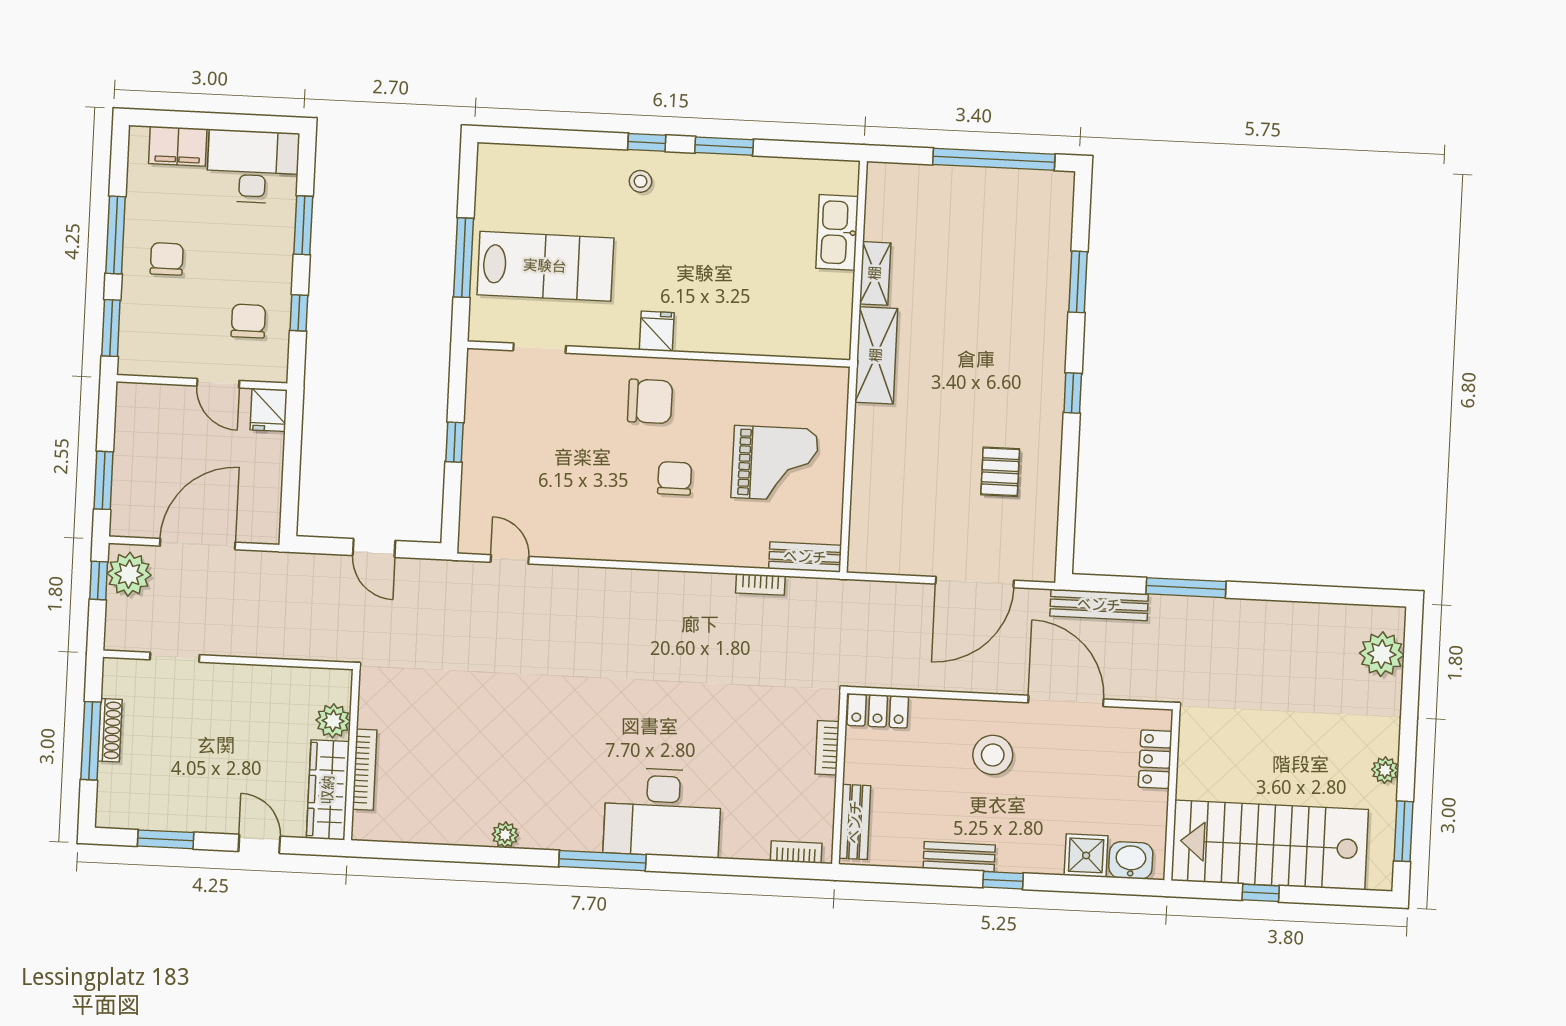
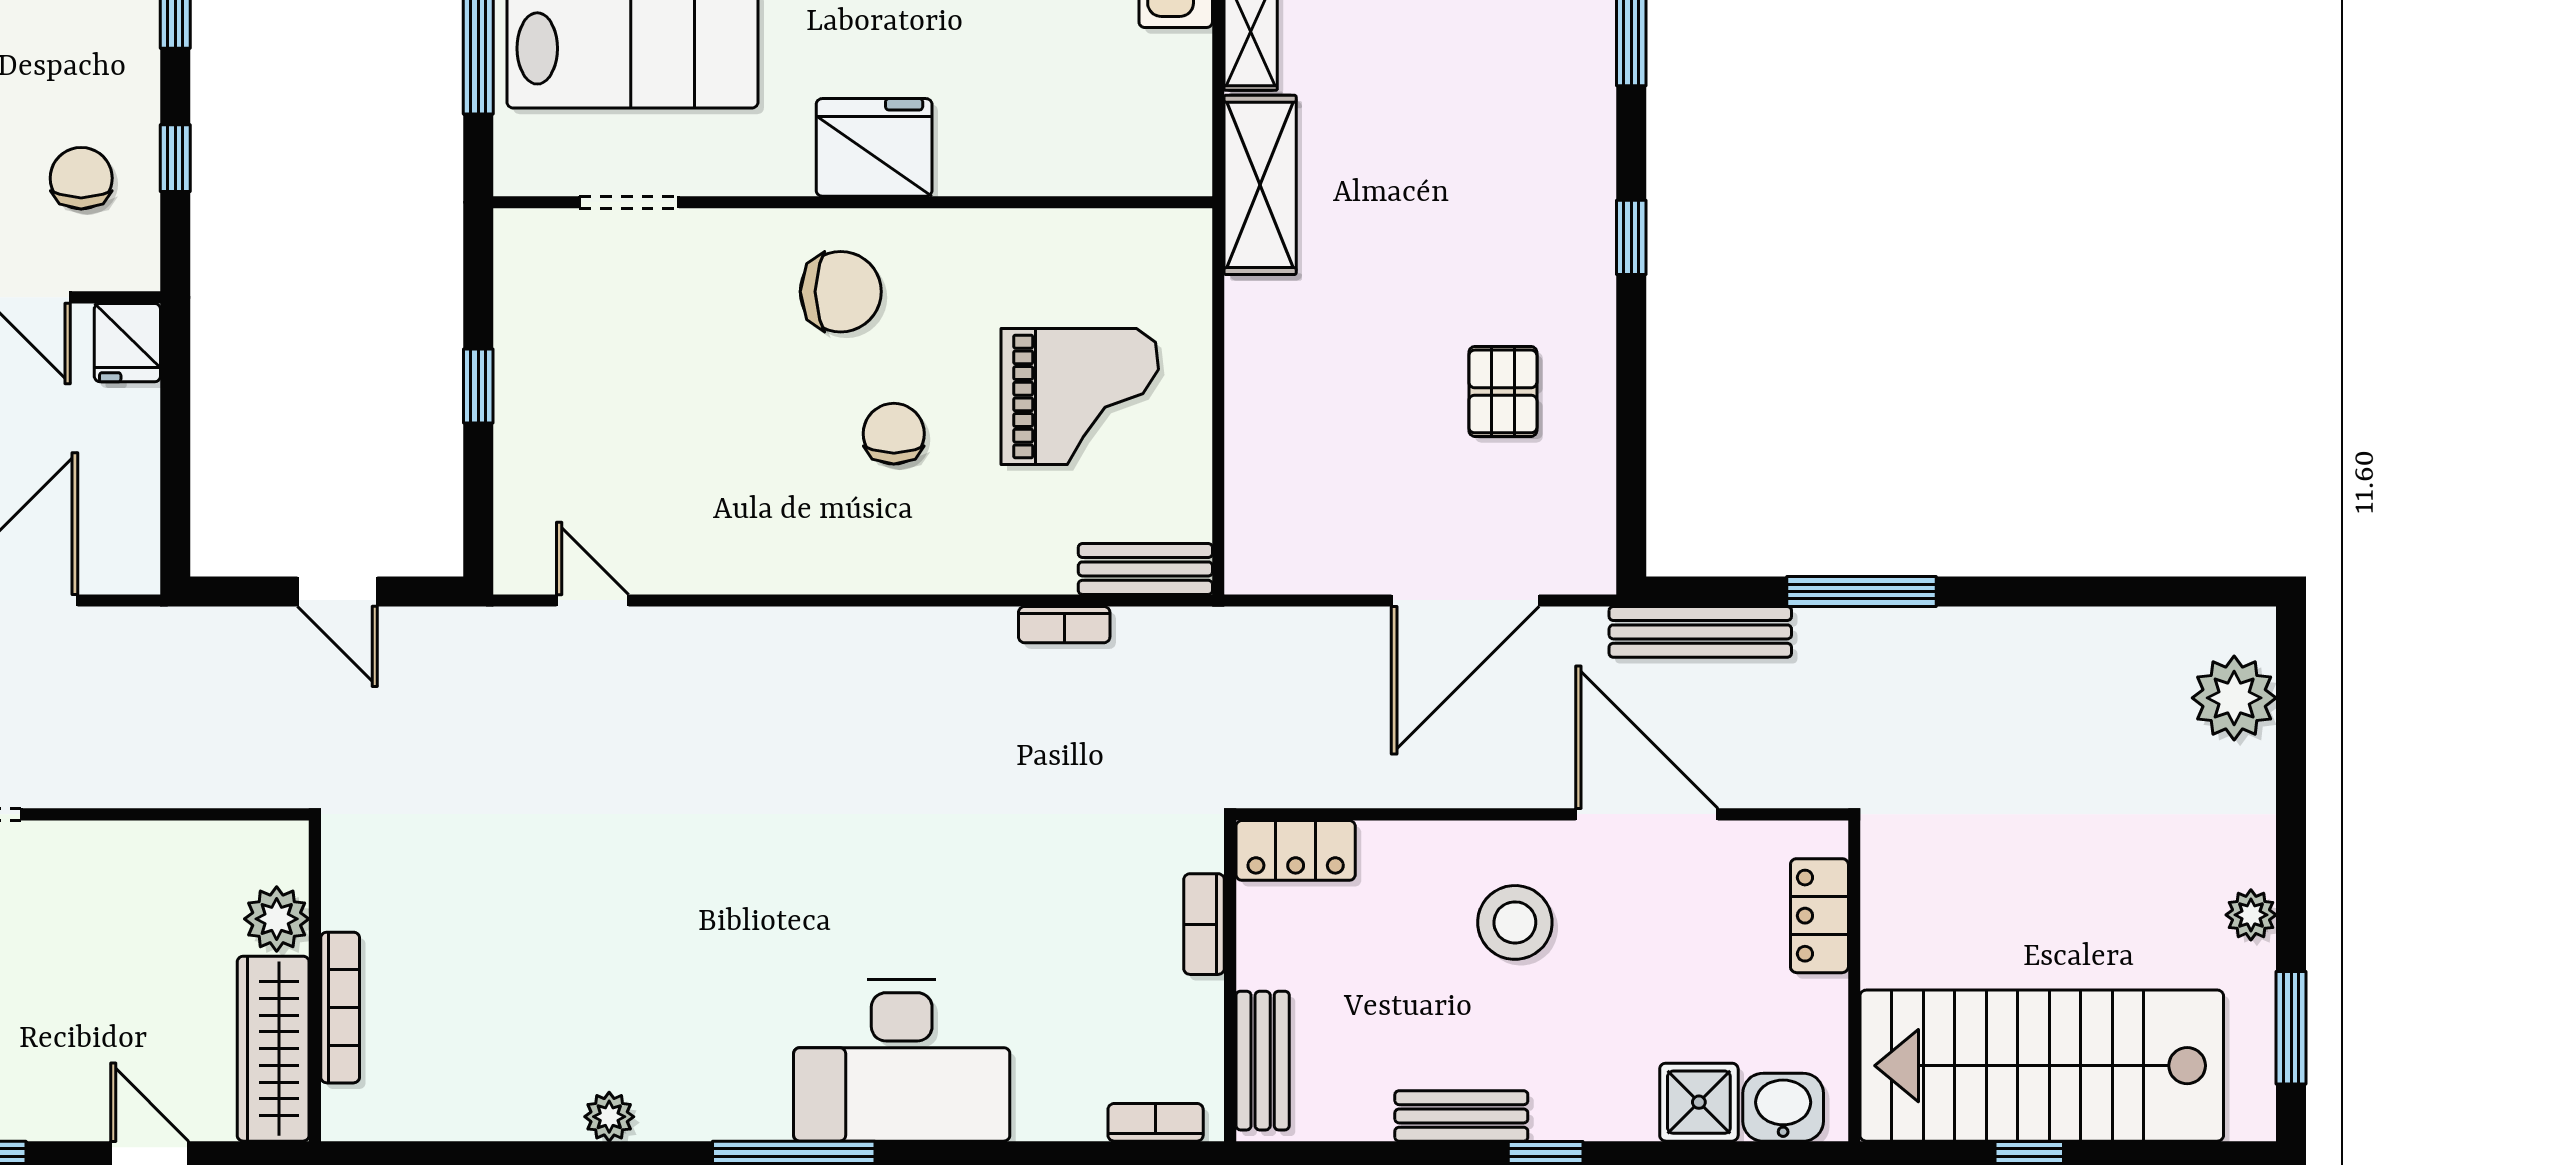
fridge: (657, 331) -> (874, 147), width x1.88, depth x1.34

